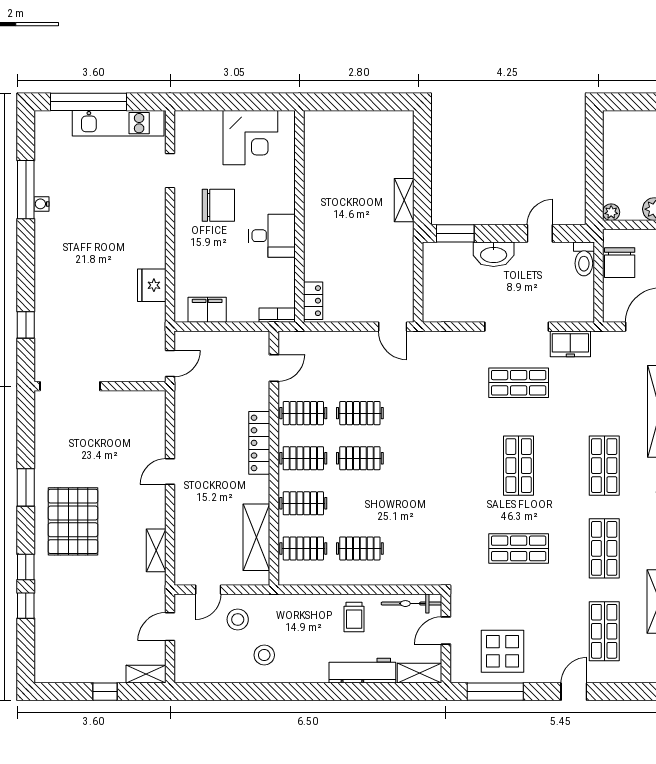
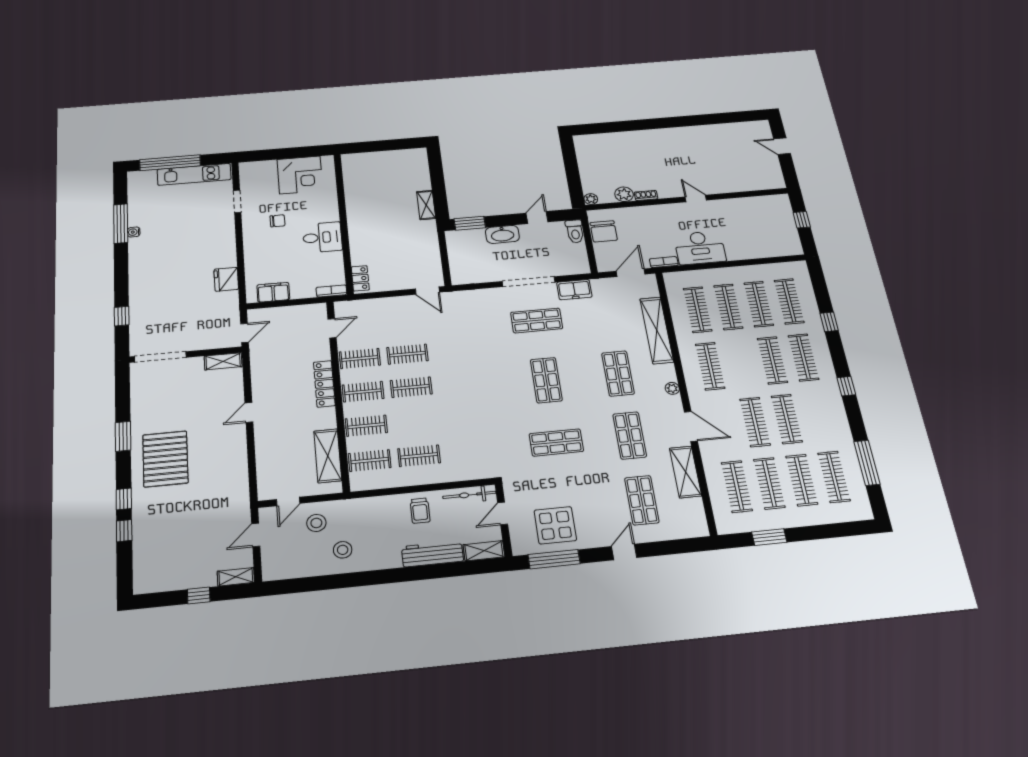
chair: (218, 205) -> (278, 221), width x0.54, depth x0.54
shelving: (156, 550) -> (223, 361), moved, turned 90

